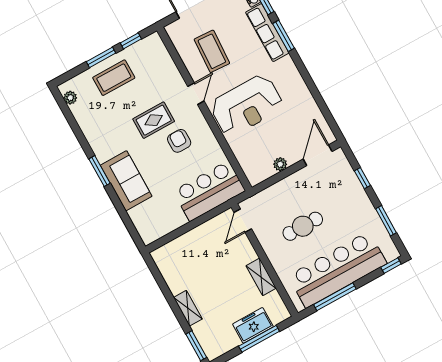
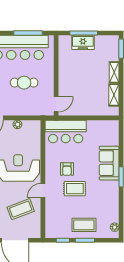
coffee table: (212, 51) -> (21, 209), turned 66
shelving: (261, 277) -> (114, 95), moved

